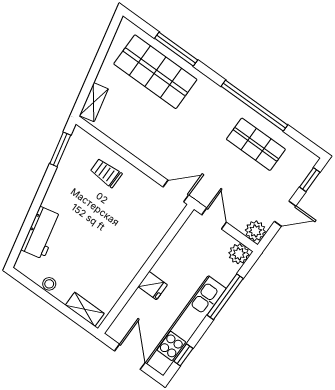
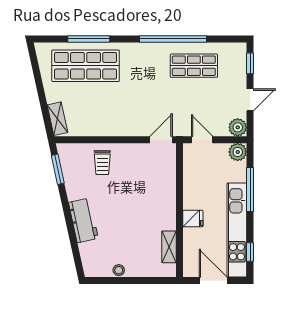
trolley: (106, 173) -> (102, 163), turned -90
workbench: (42, 233) -> (83, 220), moved
shelving: (85, 309) -> (169, 247), moved, turned 90

